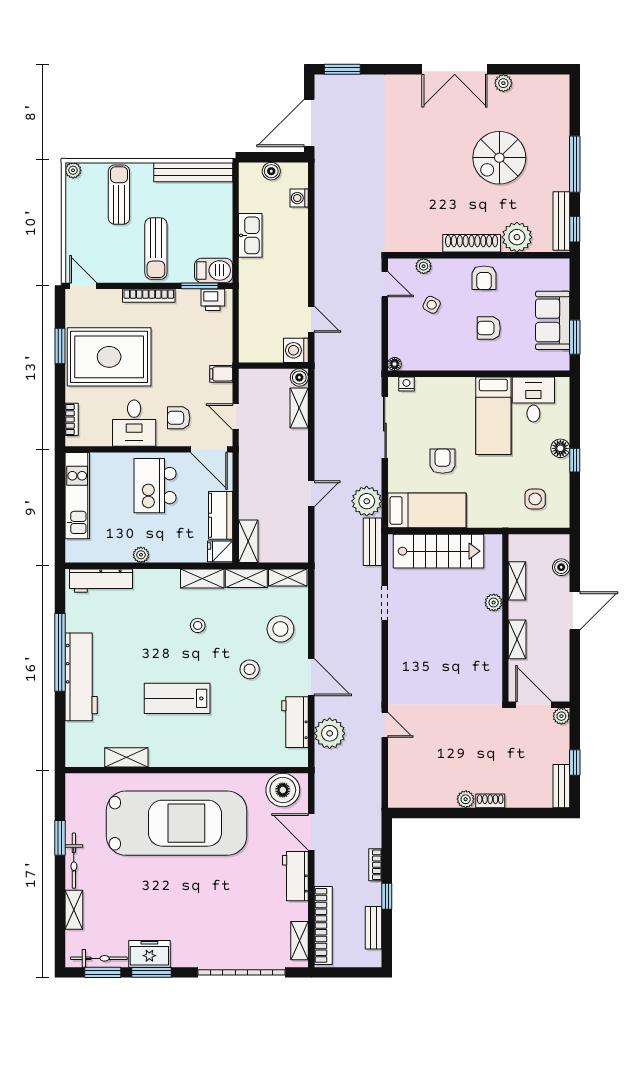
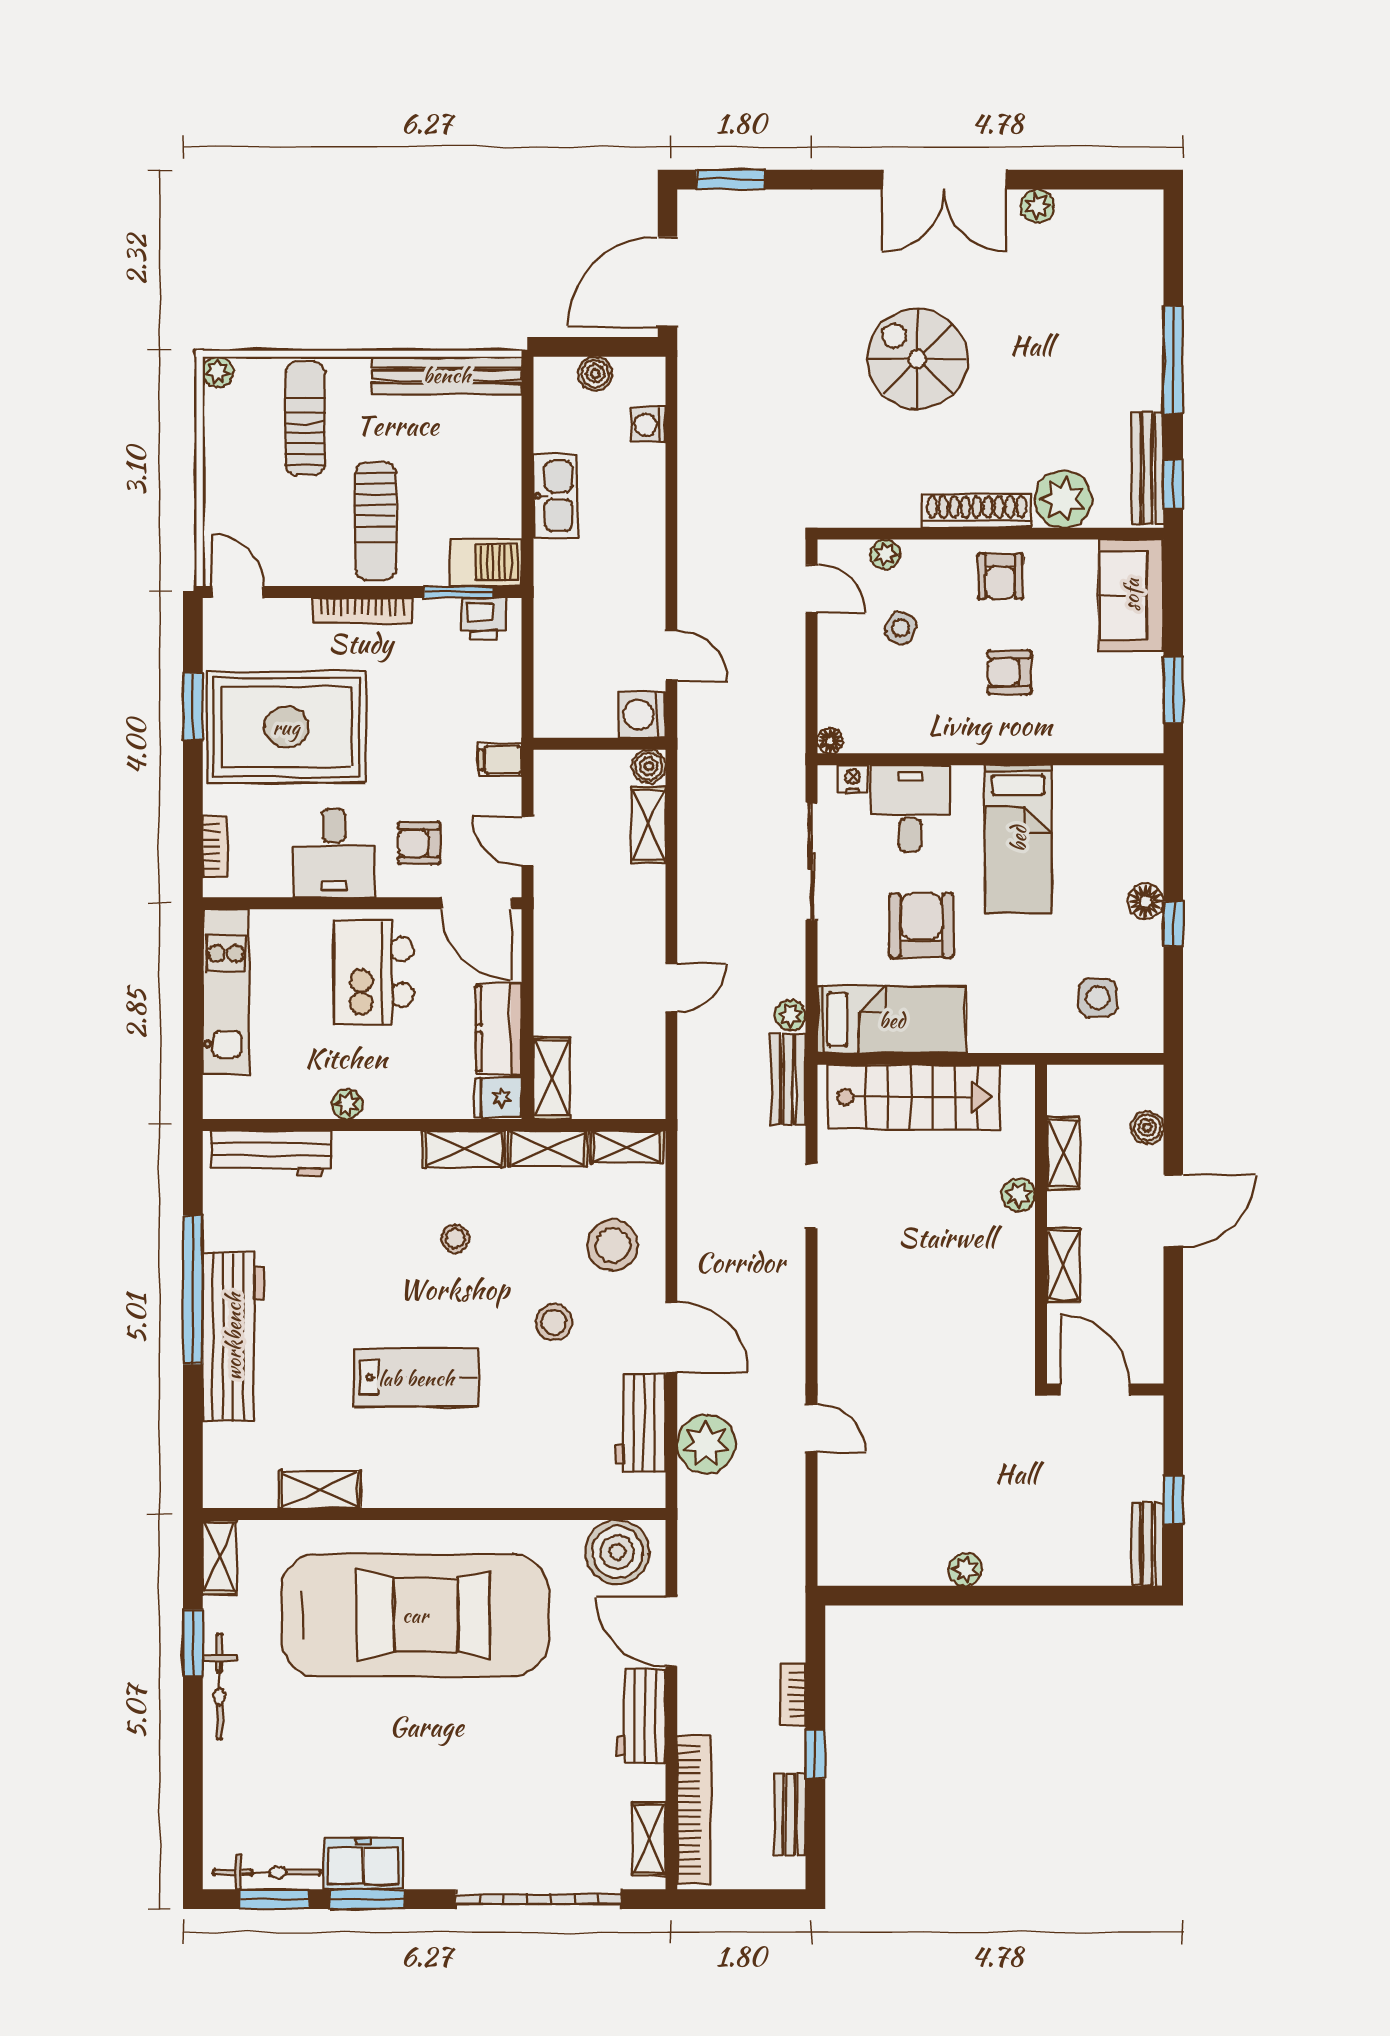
spiral stairs: (499, 158) -> (917, 359), moved, turned 90
sofa: (553, 320) -> (1131, 595), moved
desk: (533, 399) -> (910, 808), moved
armchair: (443, 461) -> (921, 925), width x1.38, depth x1.38
plant: (367, 501) -> (790, 1015), width x0.53, depth x0.53
lab bench: (177, 698) -> (416, 1378), turned 180
plant: (561, 716) -> (1148, 1411), removed
shoe rack: (490, 801) -> (1012, 1573), removed
shelving: (74, 910) -> (219, 1557), moved

